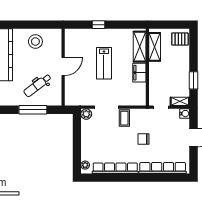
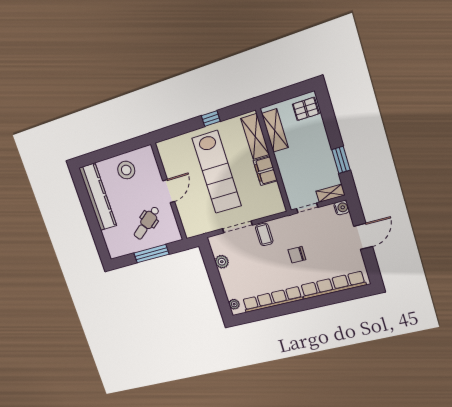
window: (99, 25) -> (211, 119), moved
lab bench: (104, 63) -> (217, 172), width x1.86, depth x1.39
plant: (86, 114) -> (222, 262), moved

